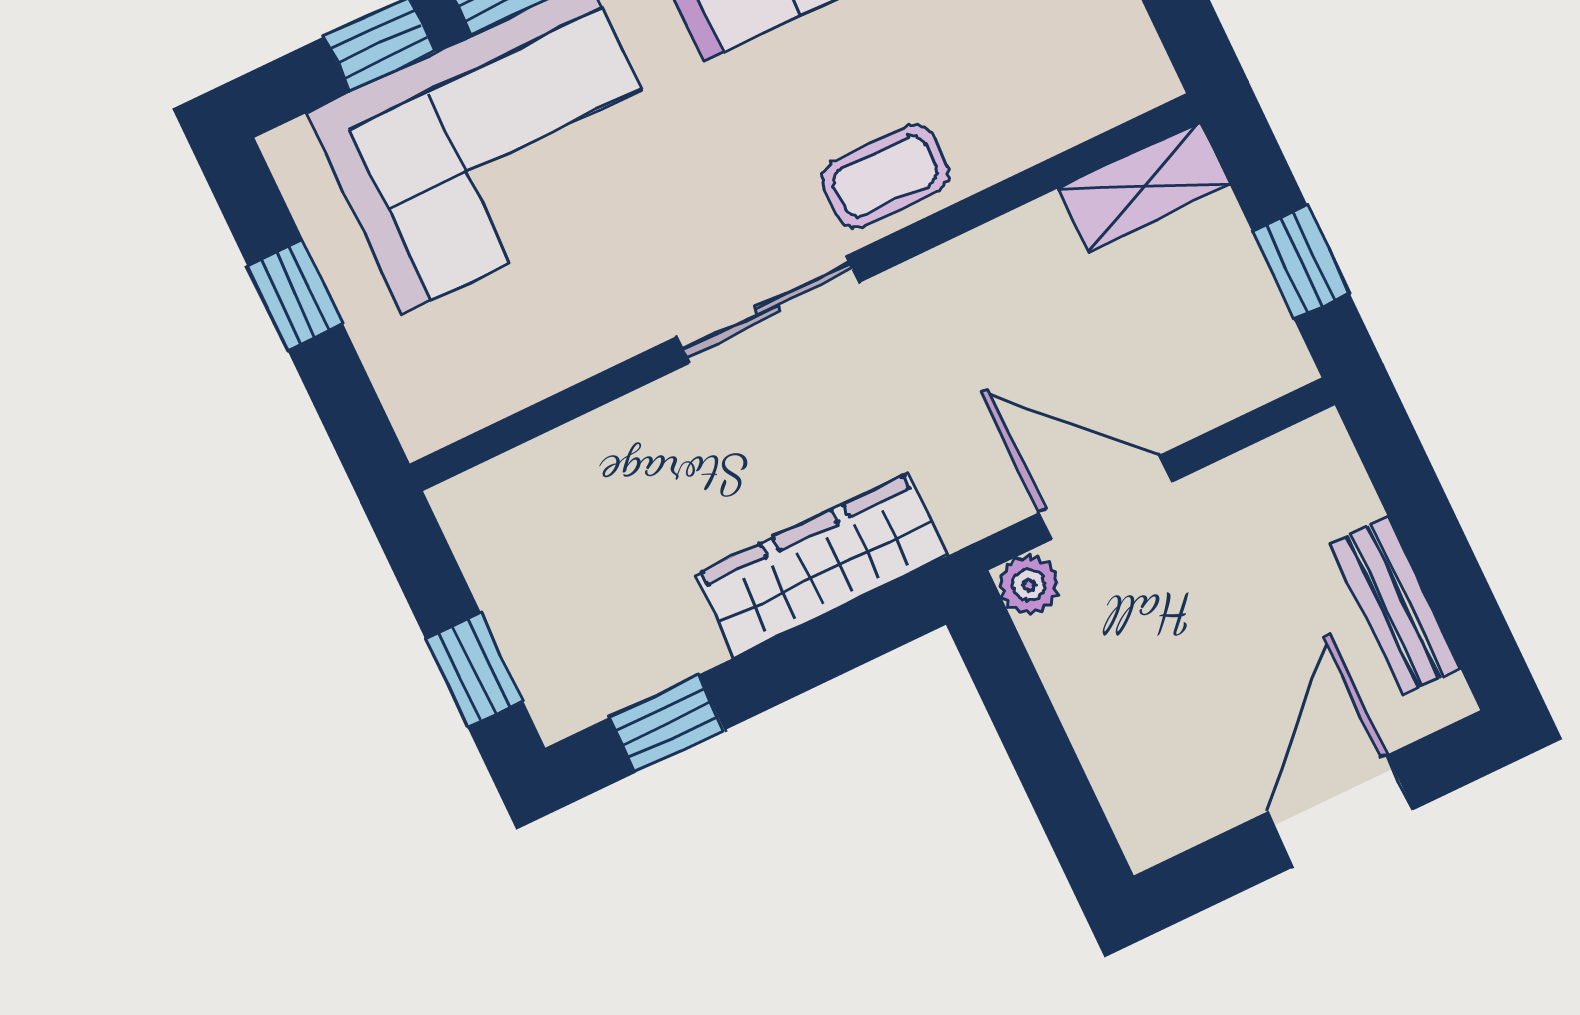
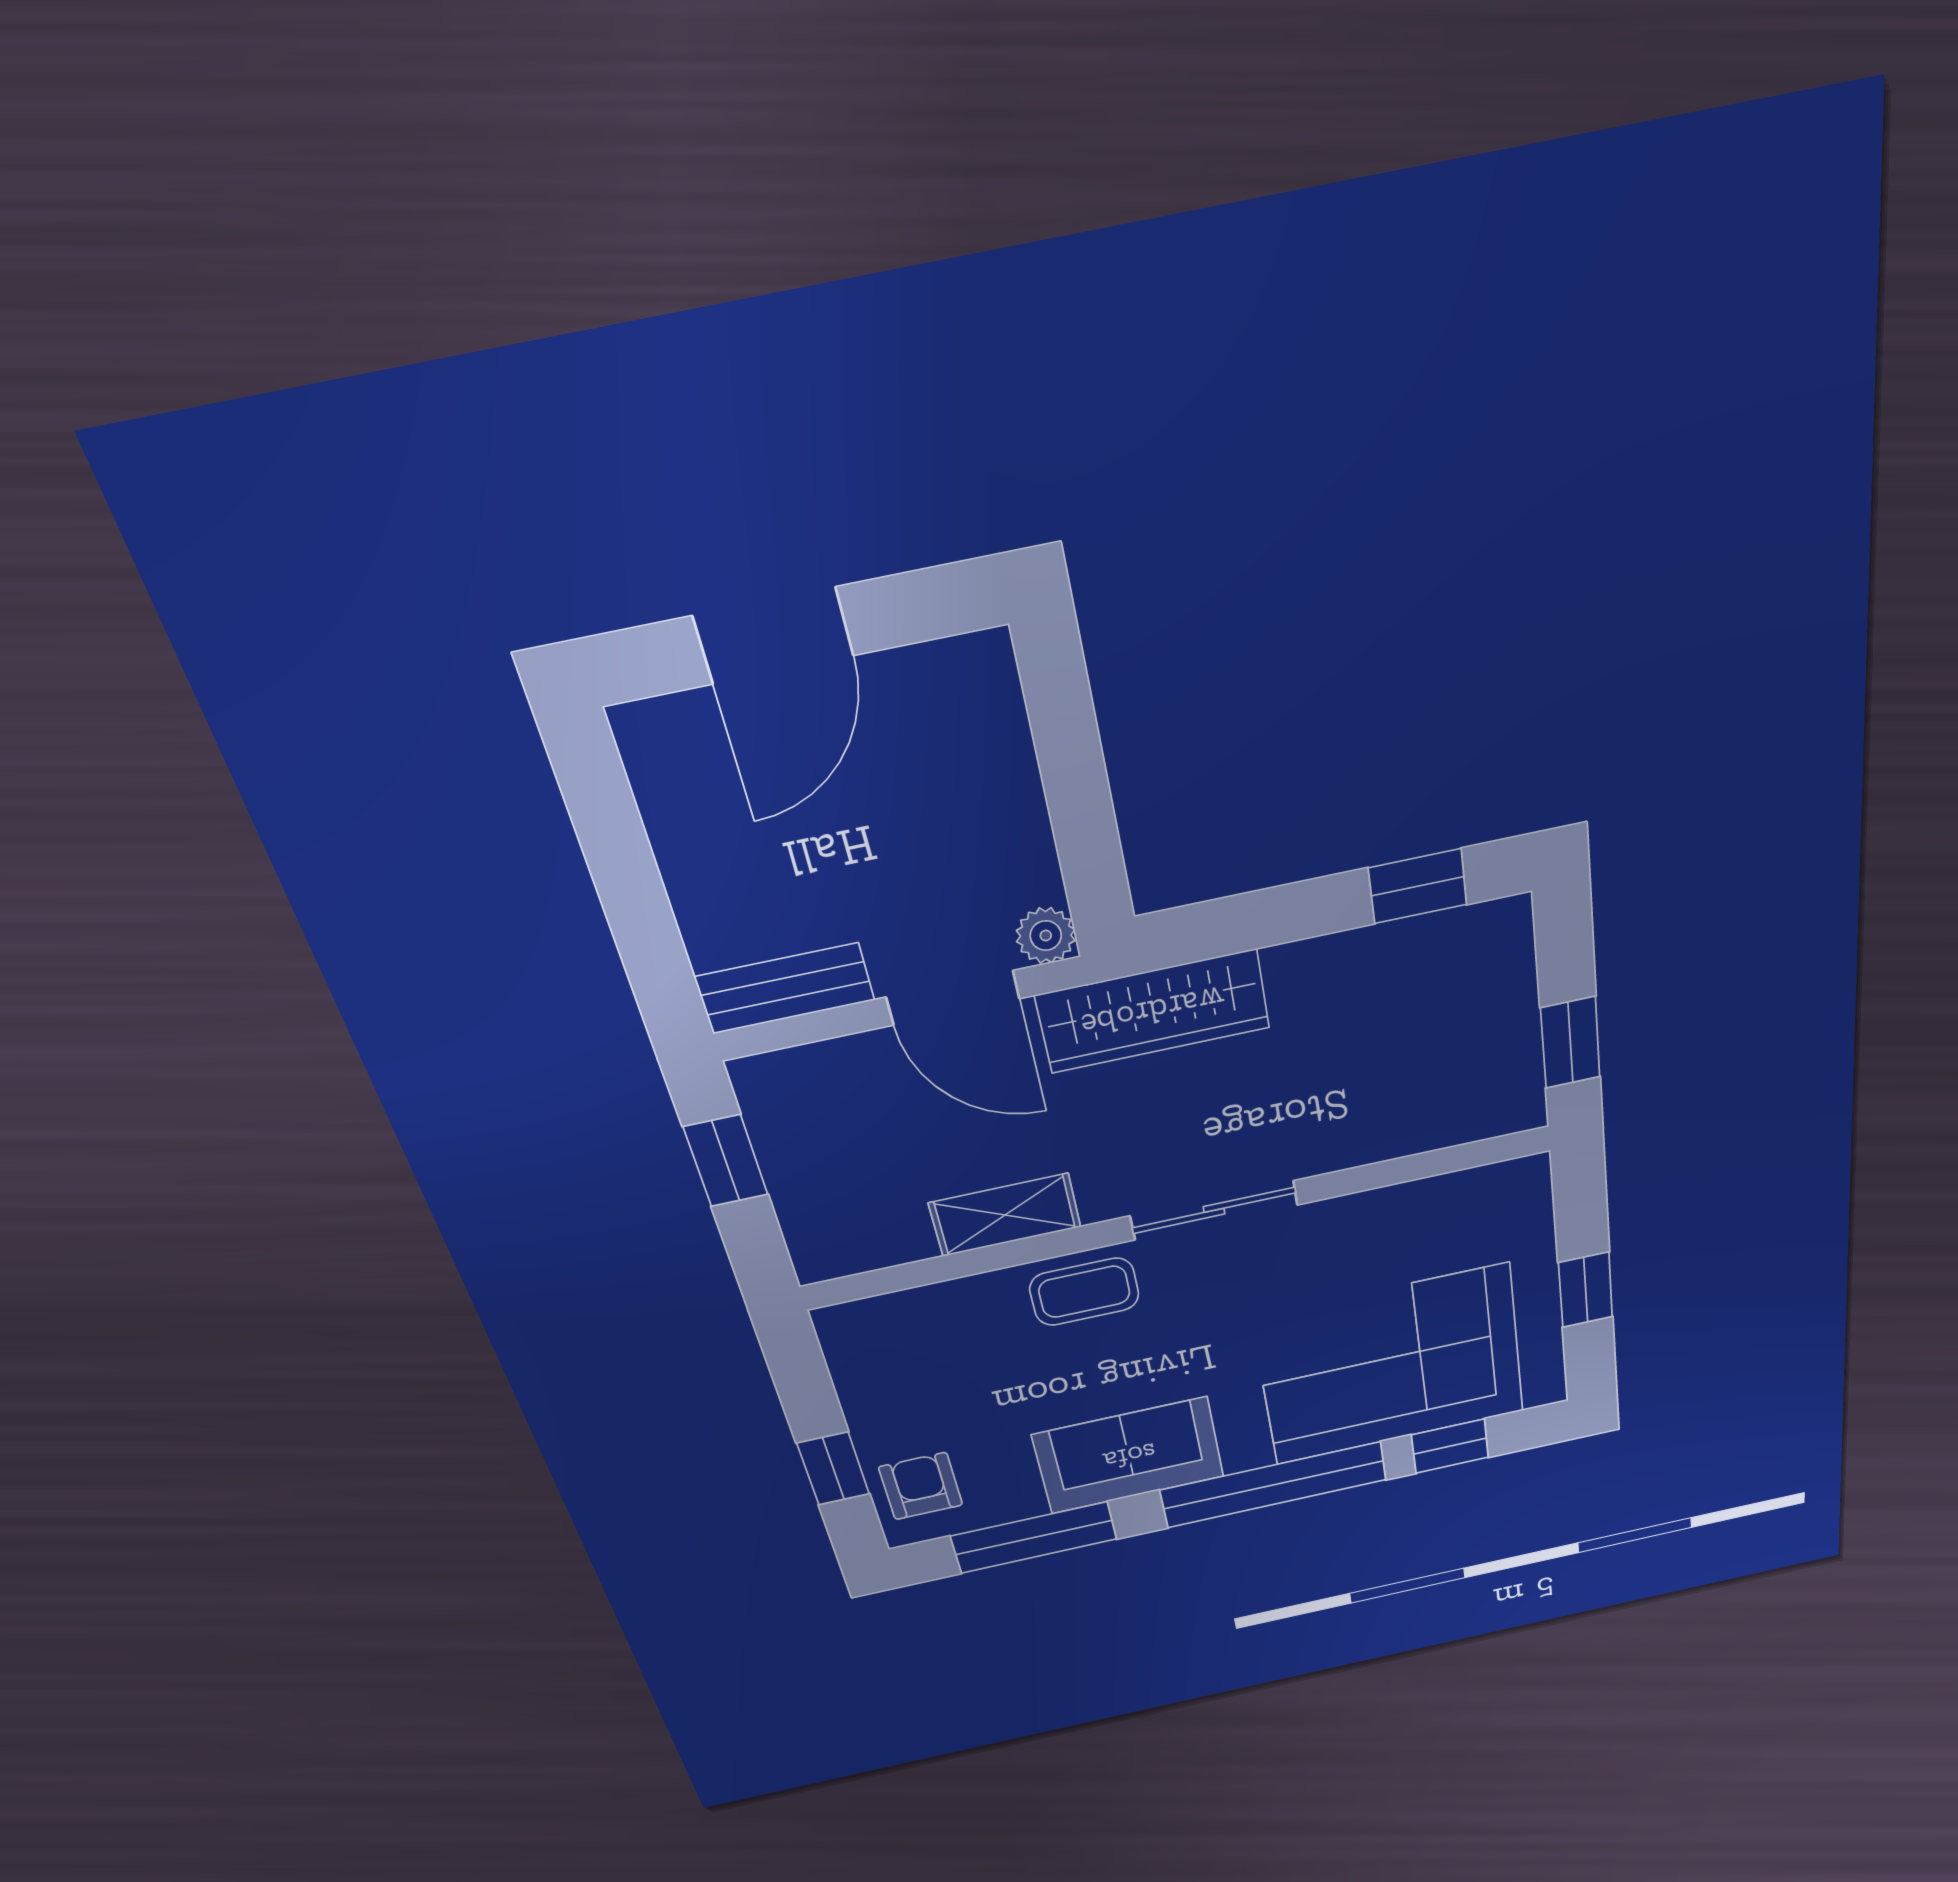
shelving: (1144, 187) -> (1005, 1215), moved
wardrobe: (822, 565) -> (1153, 1011), moved
bench: (1395, 606) -> (785, 988), moved, turned 90
window: (474, 670) -> (1570, 1043), moved

